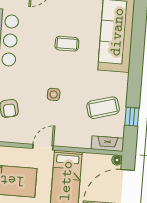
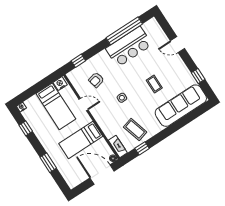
door: (43, 147) -> (84, 104), moved

